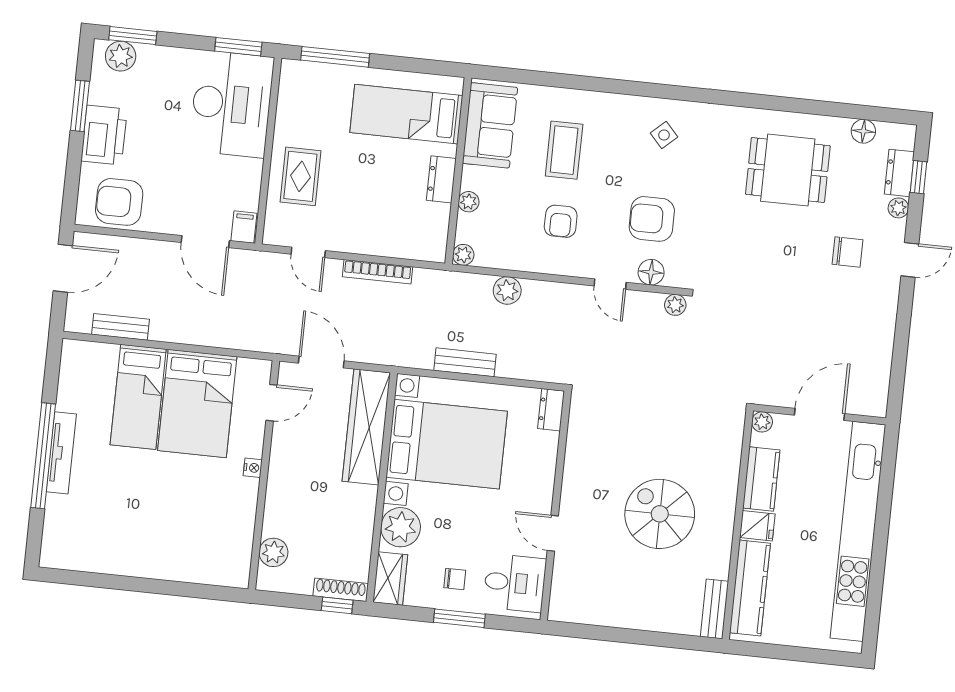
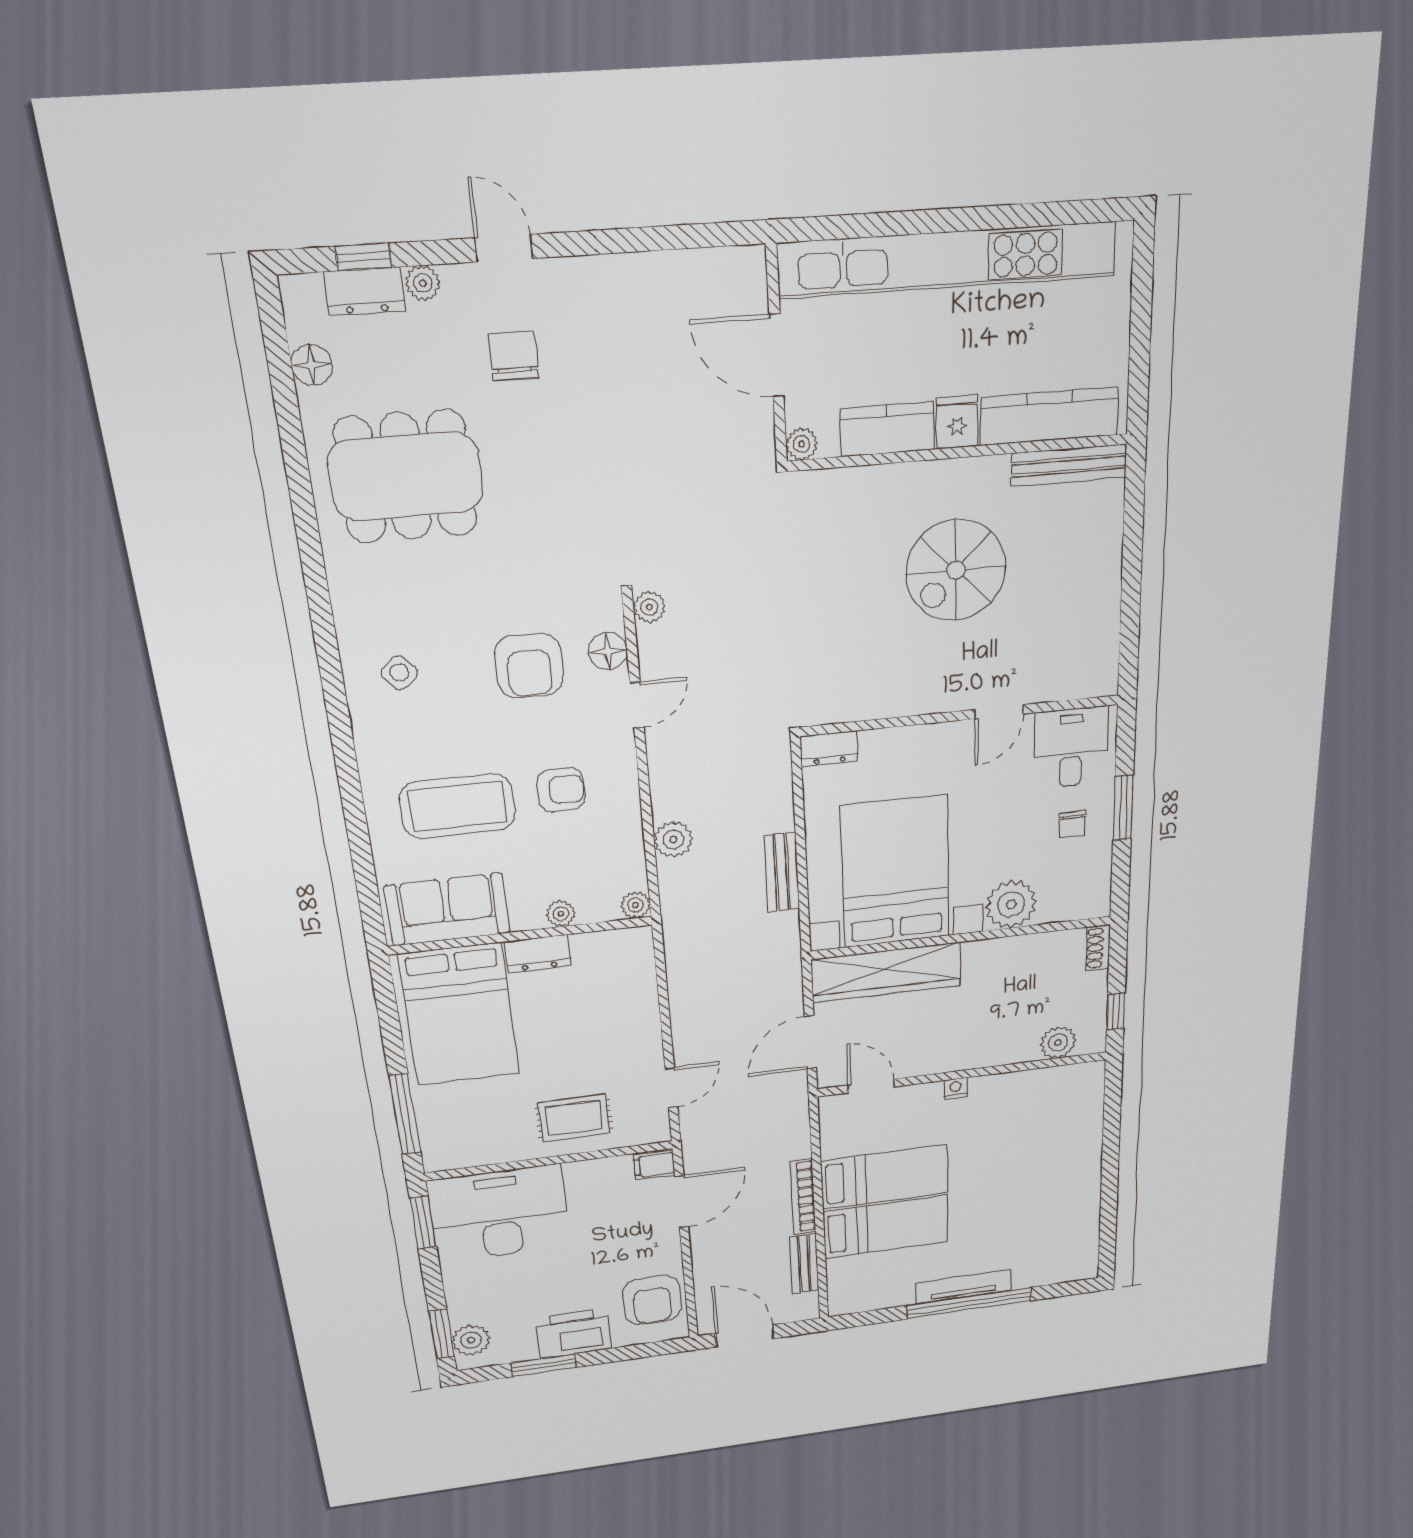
bed: (406, 114) -> (459, 1015), width x1.50
coffee table: (564, 150) -> (458, 806), width x1.36, depth x1.32
dining table: (788, 170) -> (406, 476), width x1.38
bookcase: (378, 272) -> (803, 1197), moved, turned 180
bed: (197, 404) -> (885, 1177), width x0.67
wardrobe: (390, 579) -> (1079, 902), removed
chair: (455, 579) -> (1072, 824), turned 180
shoe rack: (341, 590) -> (1098, 948), width x0.70
window: (337, 605) -> (1116, 1012), moved
bench: (714, 609) -> (1069, 465), width x1.36

